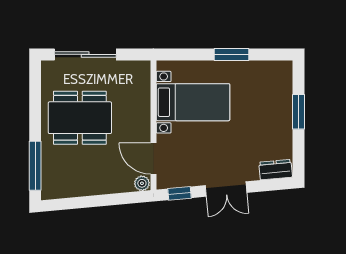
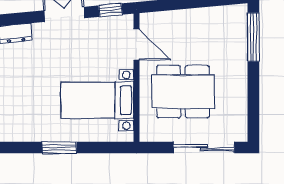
dining table: (80, 118) -> (183, 92), moved
plant: (142, 183) -> (148, 20), removed

